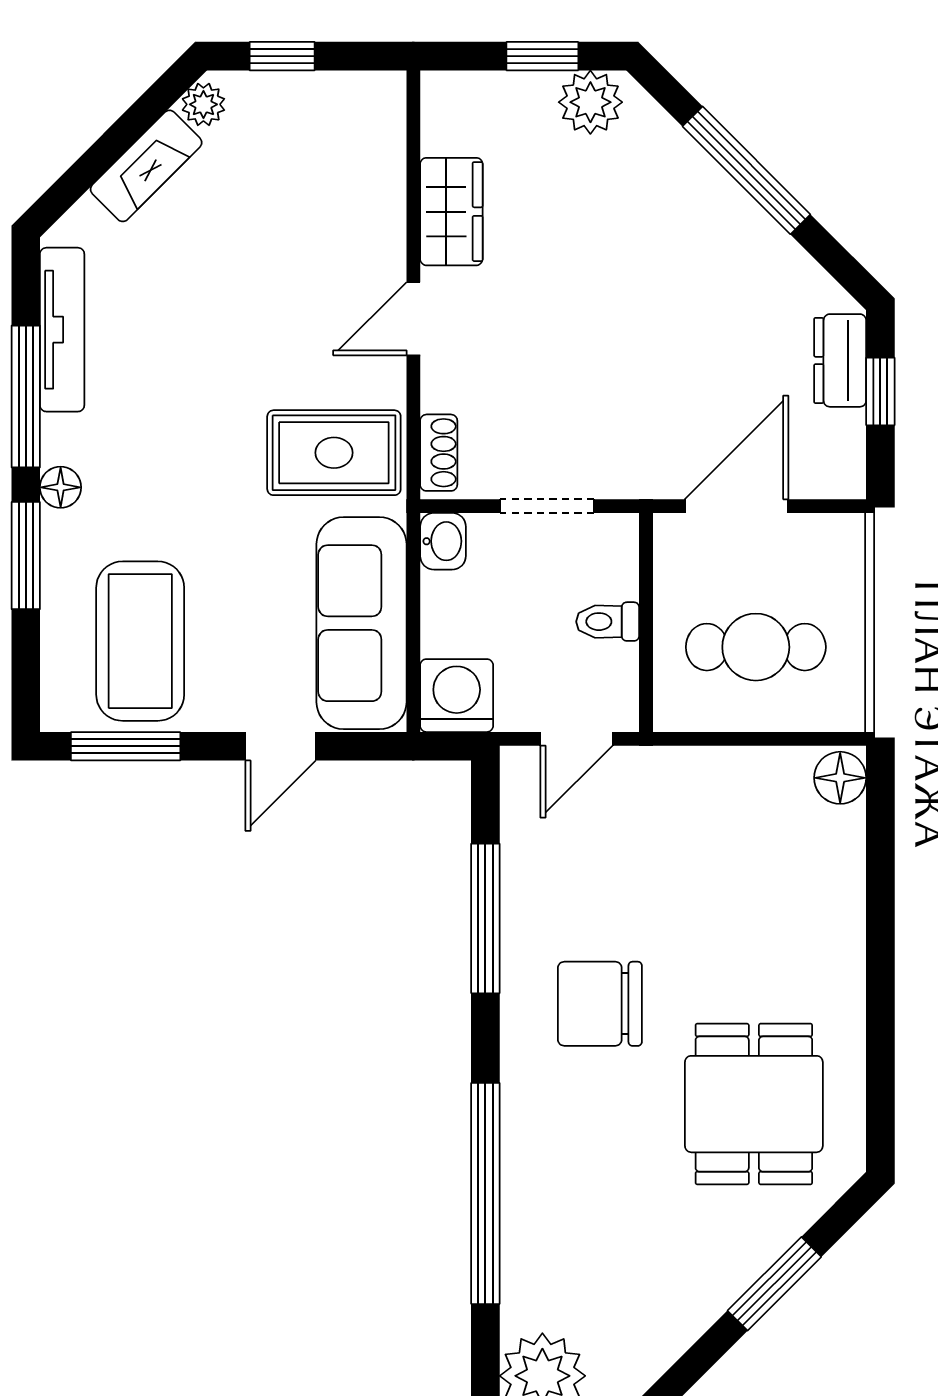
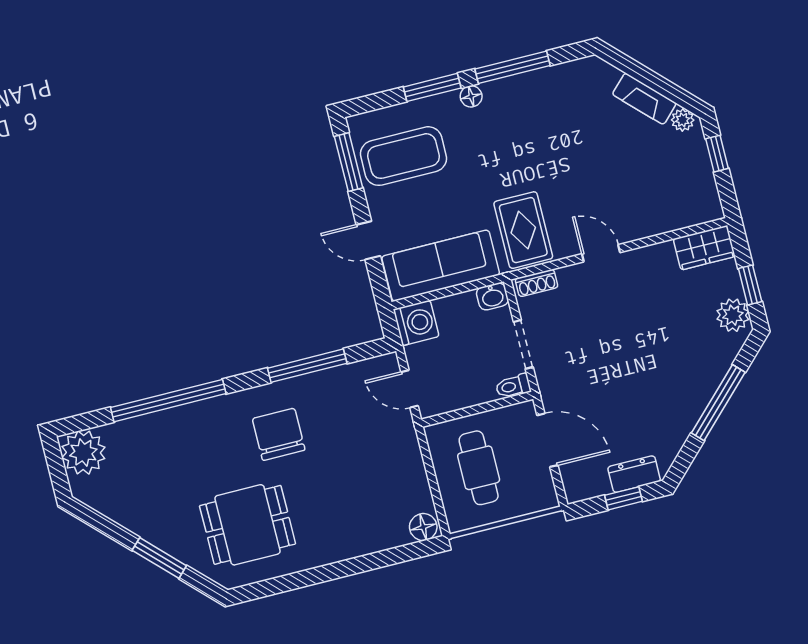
wardrobe: (451, 212) -> (704, 248), moved
tv unit: (62, 330) -> (551, 77), removed
toilet: (608, 622) -> (513, 386), moved, turned -90

